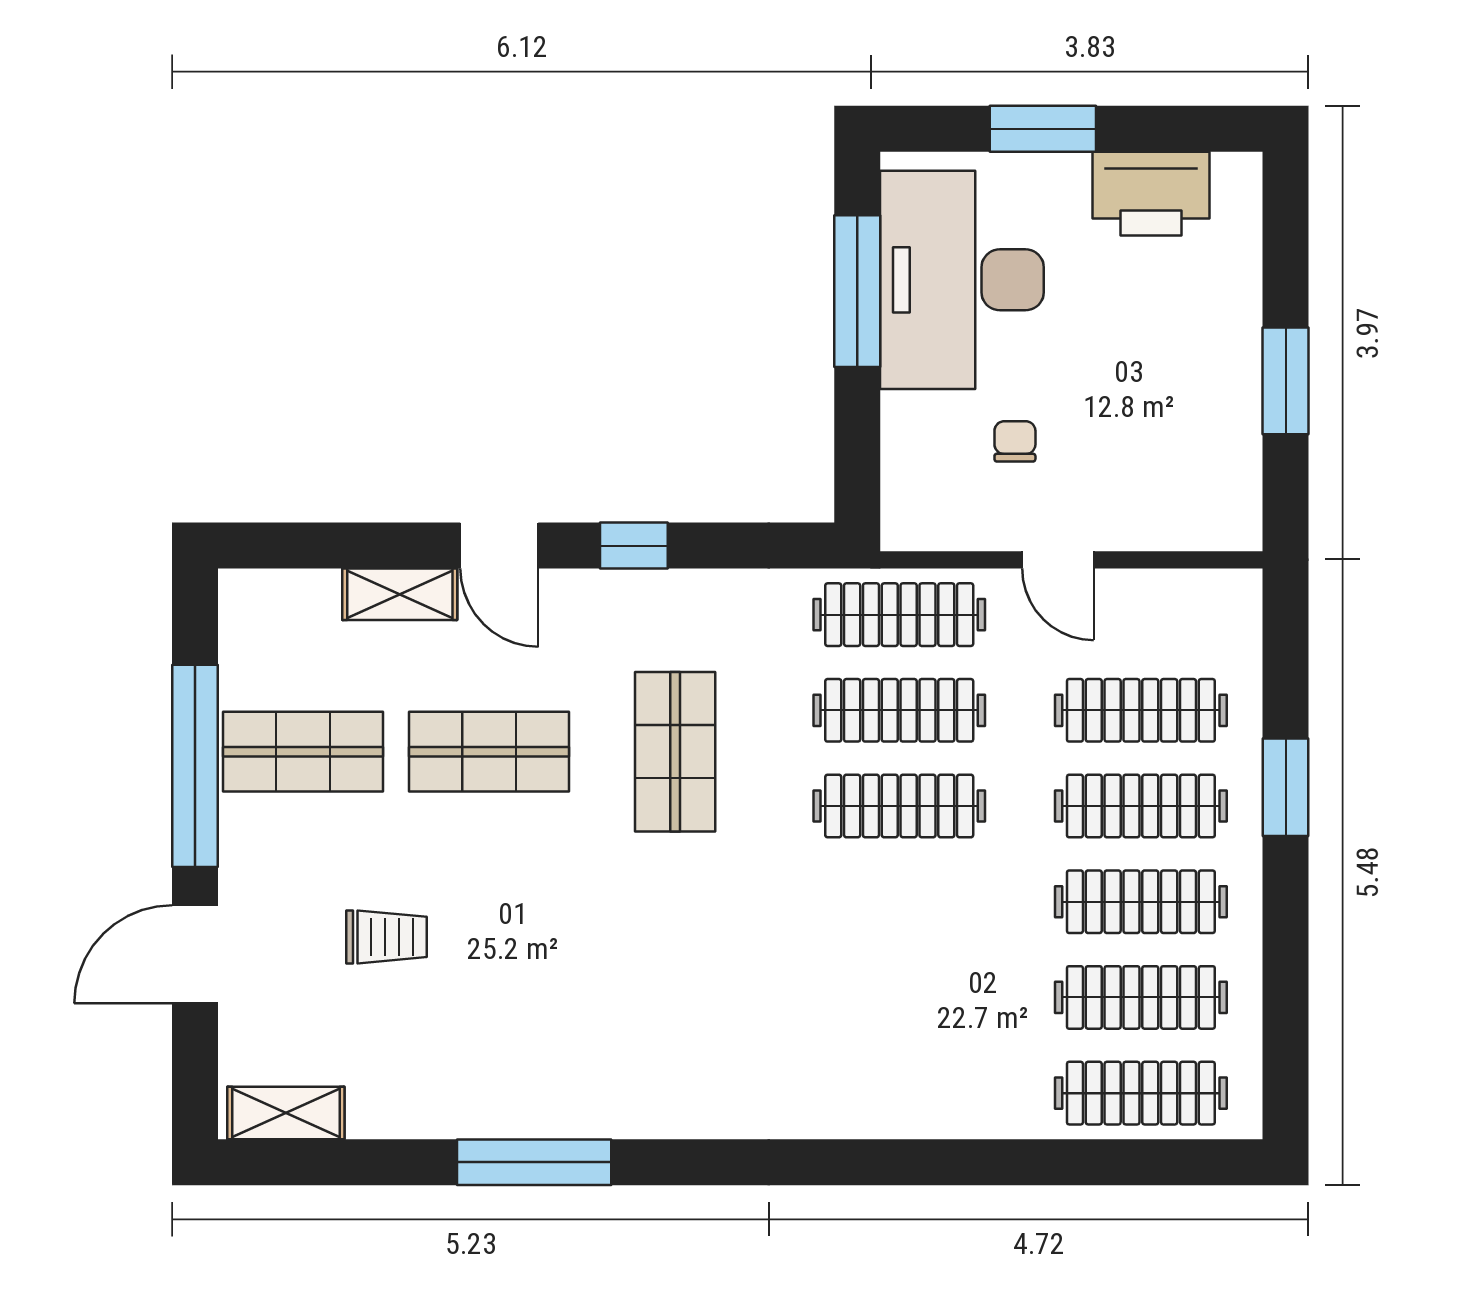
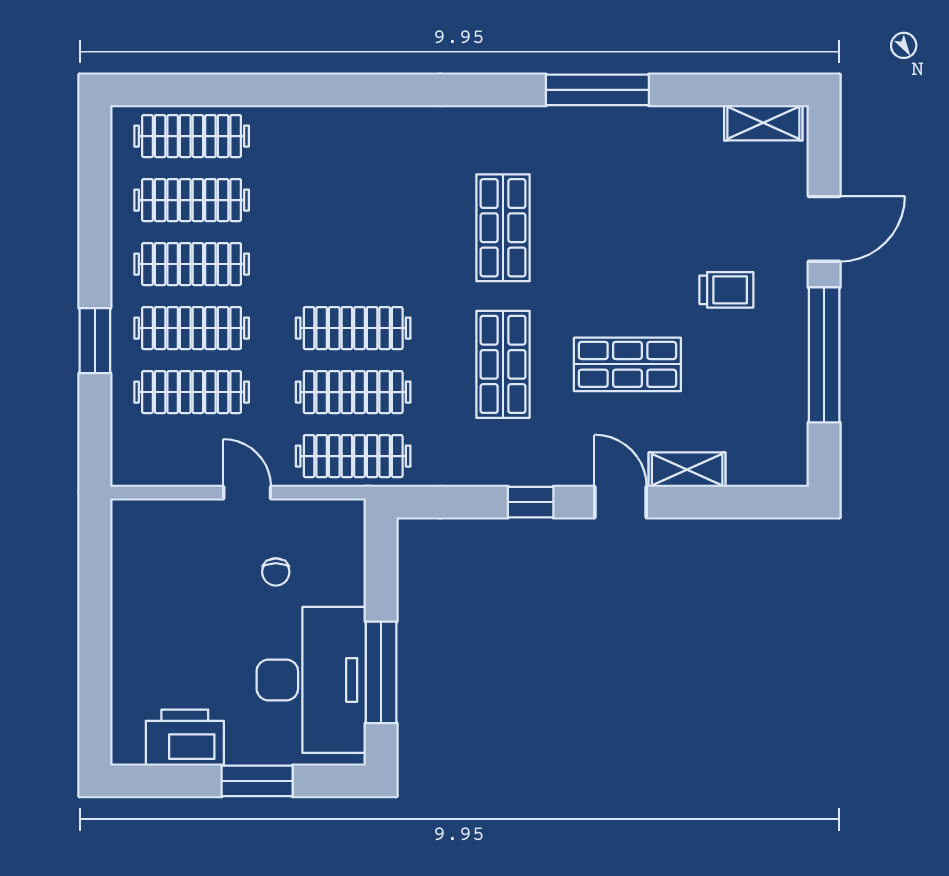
window: (1286, 381) -> (95, 612), removed
shop shelf: (303, 752) -> (503, 228), moved, turned 90
trolley: (387, 937) -> (726, 290), moved, turned 180

